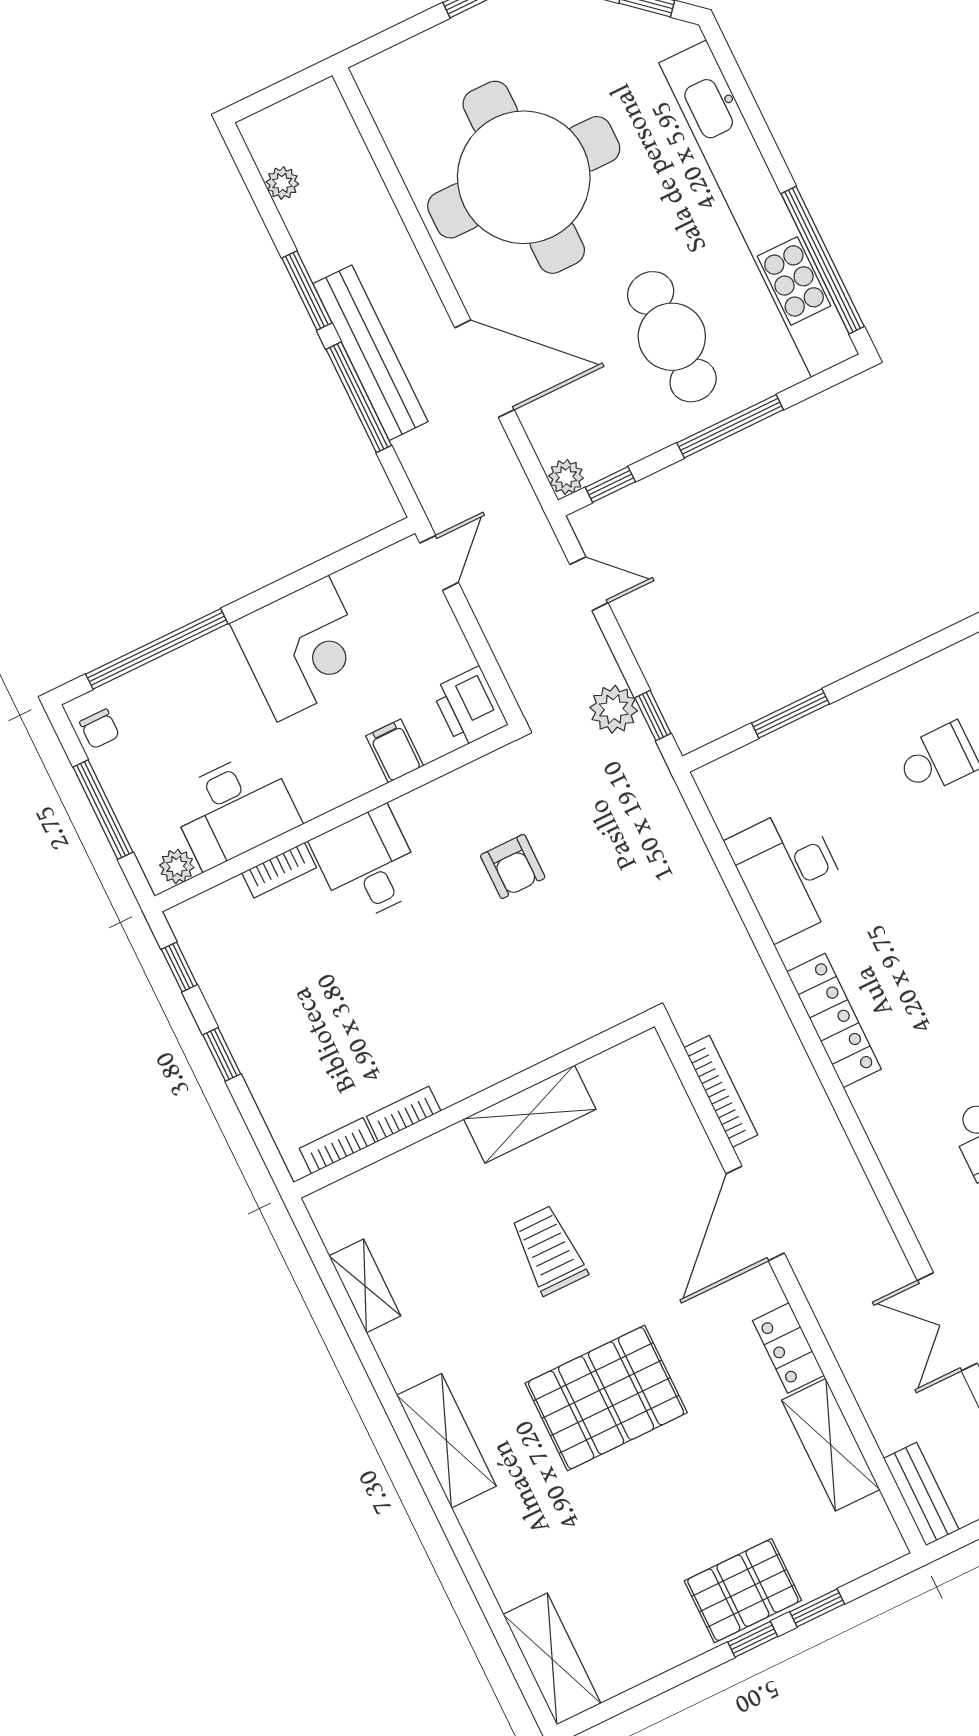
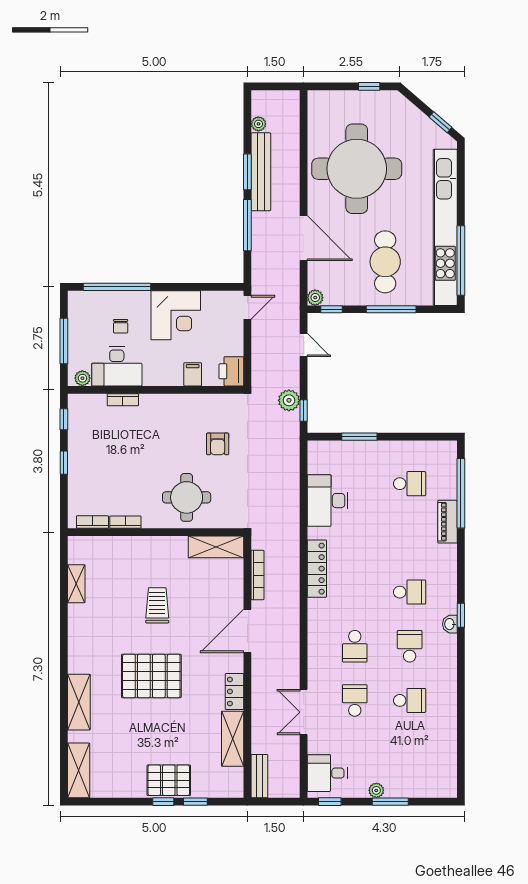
bench: (371, 353) -> (261, 172), moved
chair: (100, 729) -> (121, 326), moved
desk: (368, 865) -> (160, 415), removed
round table: (503, 1004) -> (187, 497), added
shelving: (530, 1114) -> (216, 547), moved
shelving: (447, 1441) -> (79, 702), moved

